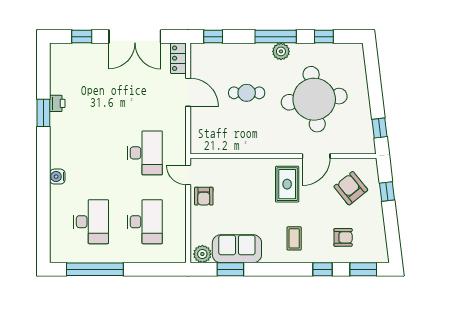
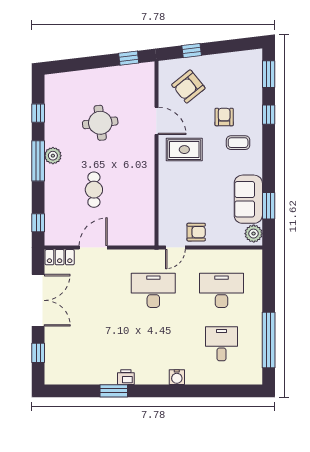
round table: (314, 99) -> (100, 123), width x0.54, depth x0.54
printer: (57, 103) -> (126, 377), moved
desk: (91, 222) -> (221, 344), width x0.73
armchair: (343, 237) -> (224, 117), moved

